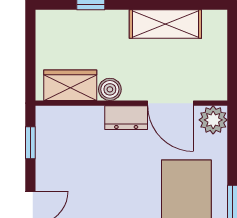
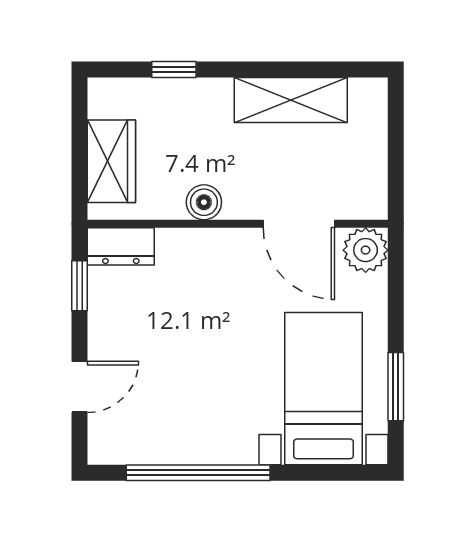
wardrobe: (70, 85) -> (111, 161), moved, turned 90
dresser: (126, 118) -> (121, 246), moved

